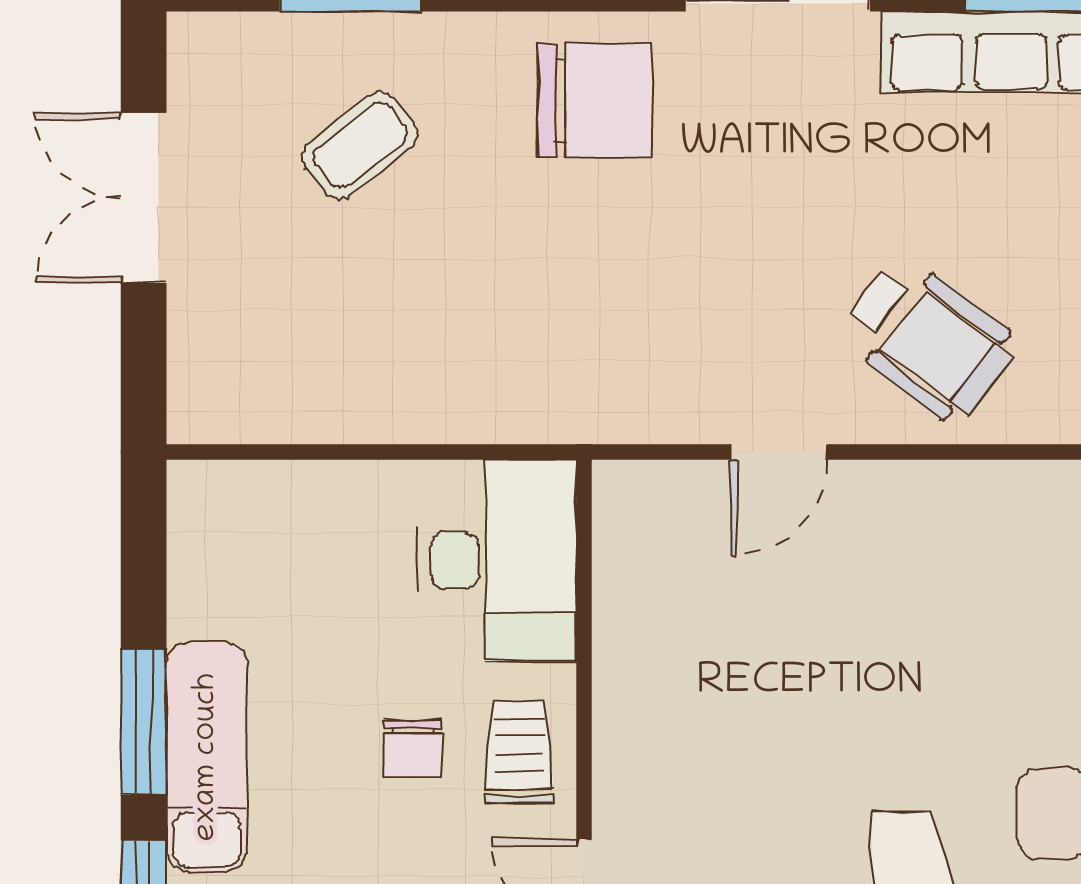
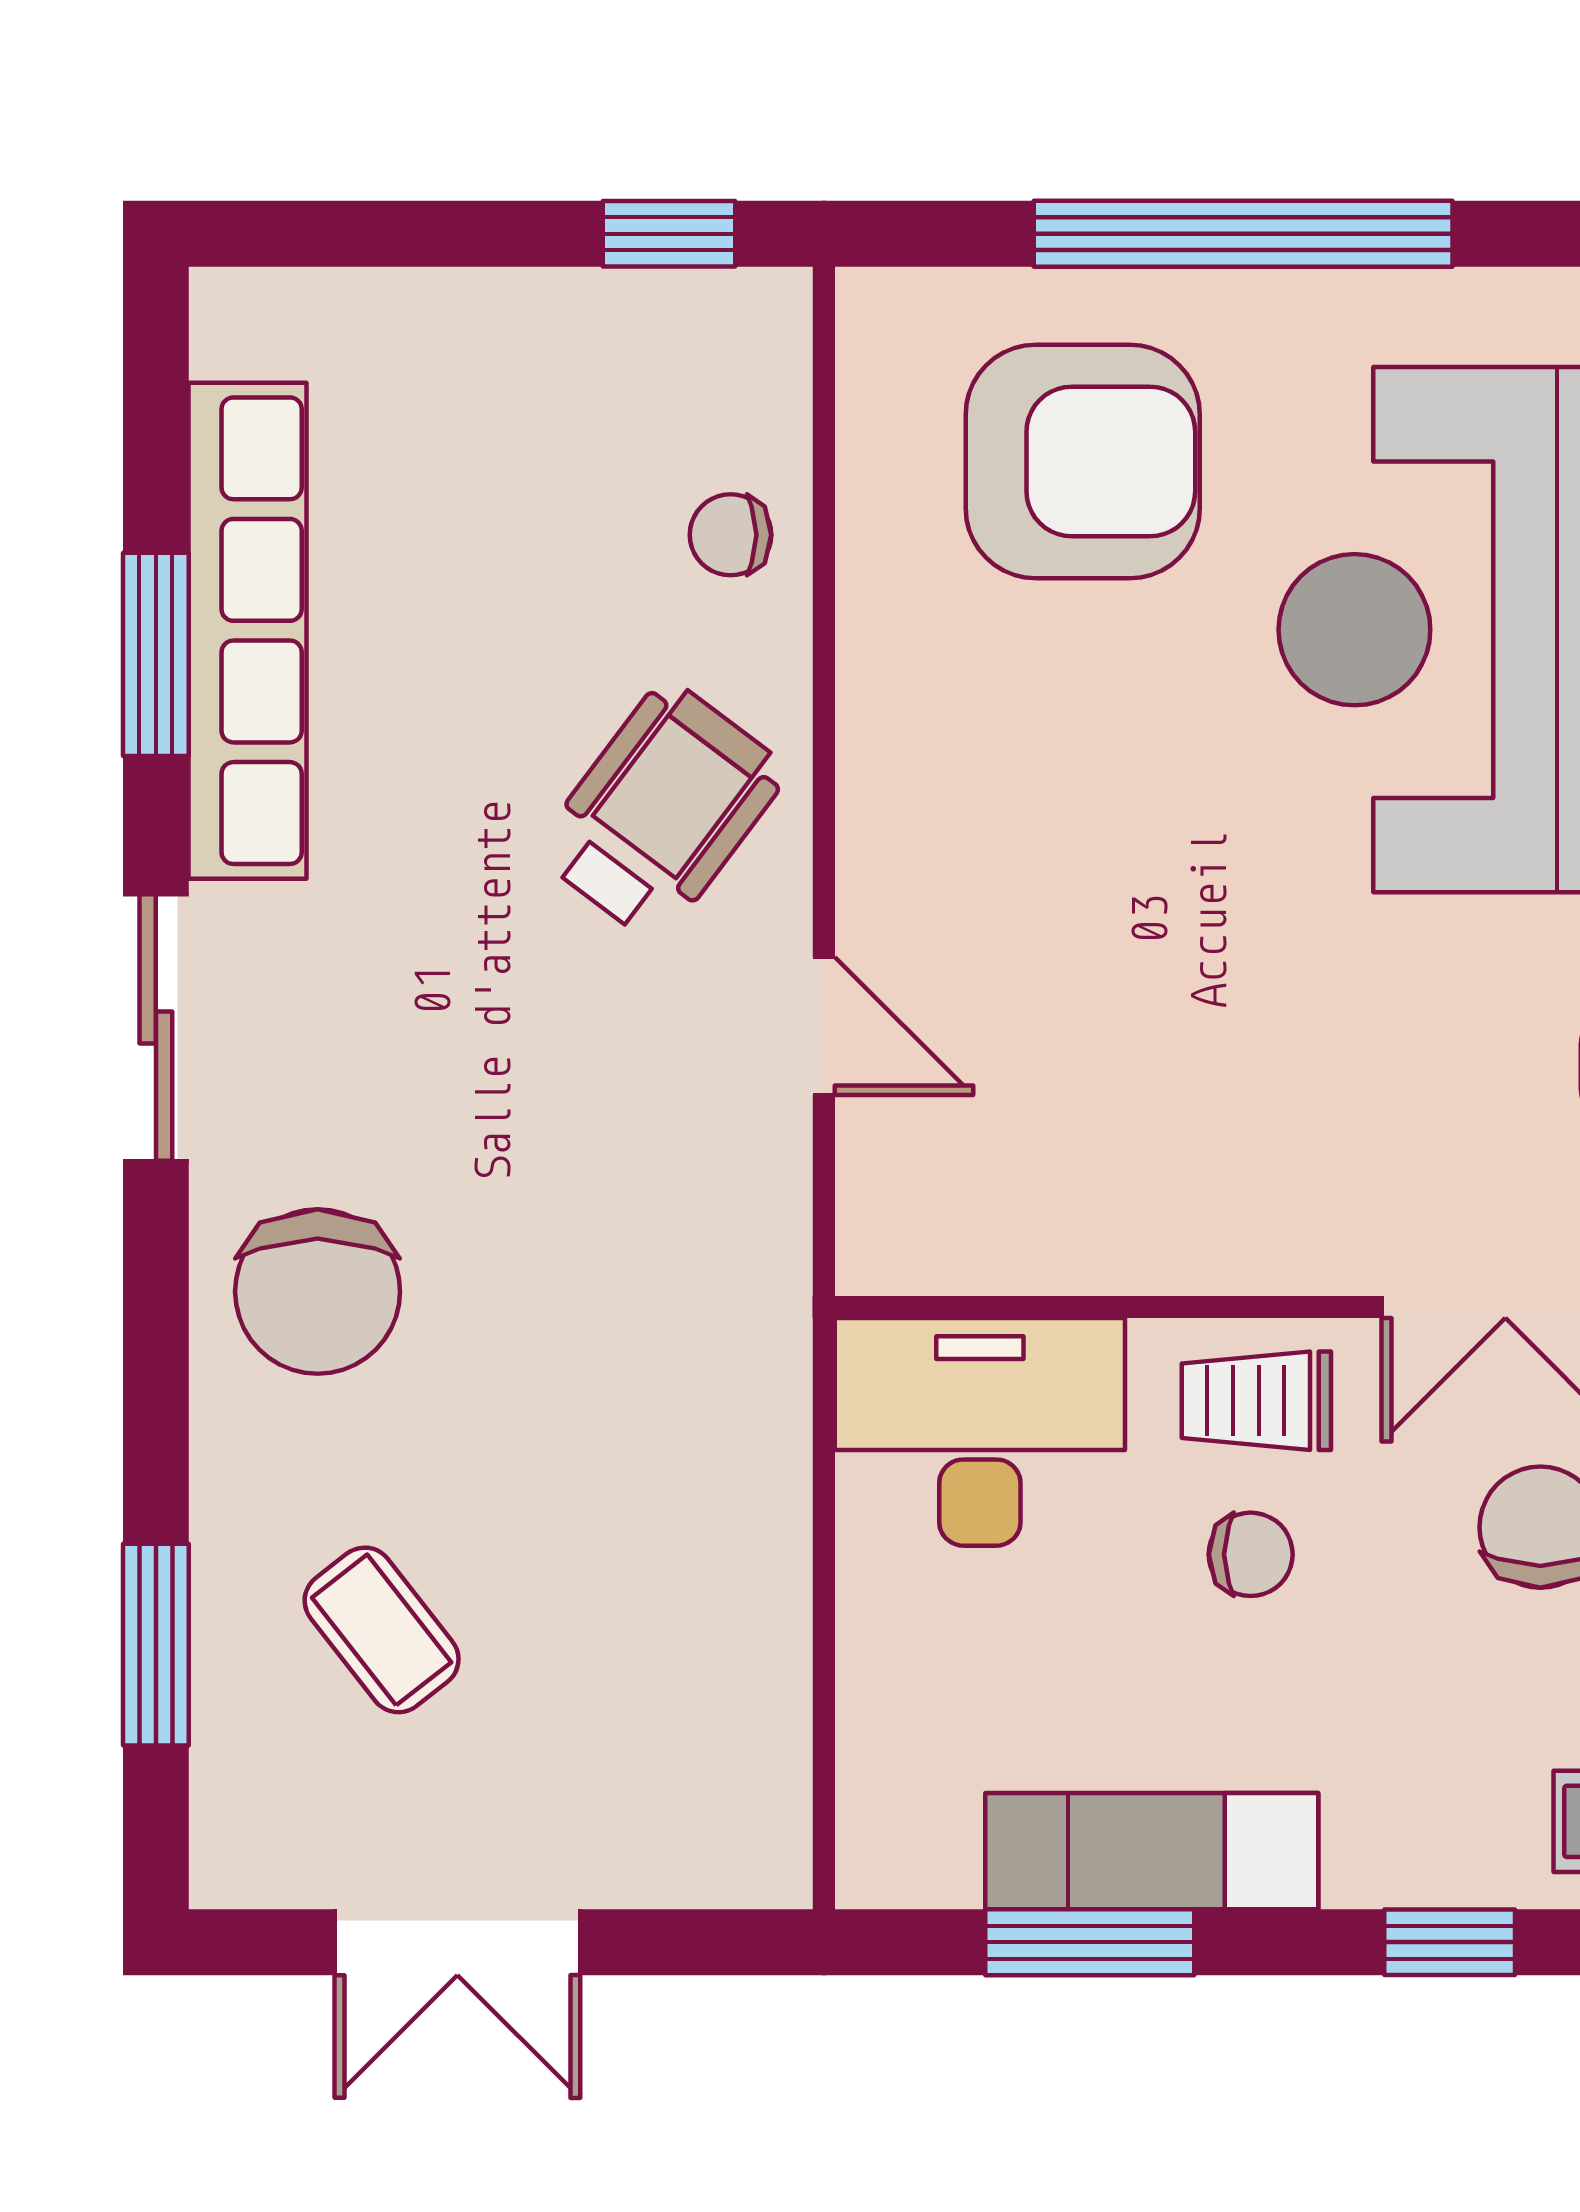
chair: (595, 101) -> (318, 1291), turned 180
window: (144, 722) -> (1090, 1942), moved
exam couch: (207, 757) -> (1152, 1851), moved

